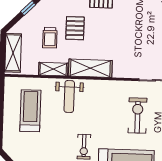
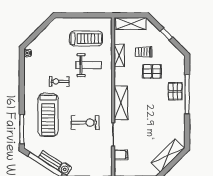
shelving: (90, 68) -> (121, 103), moved
weight bench: (69, 97) -> (89, 65), moved, turned 180

